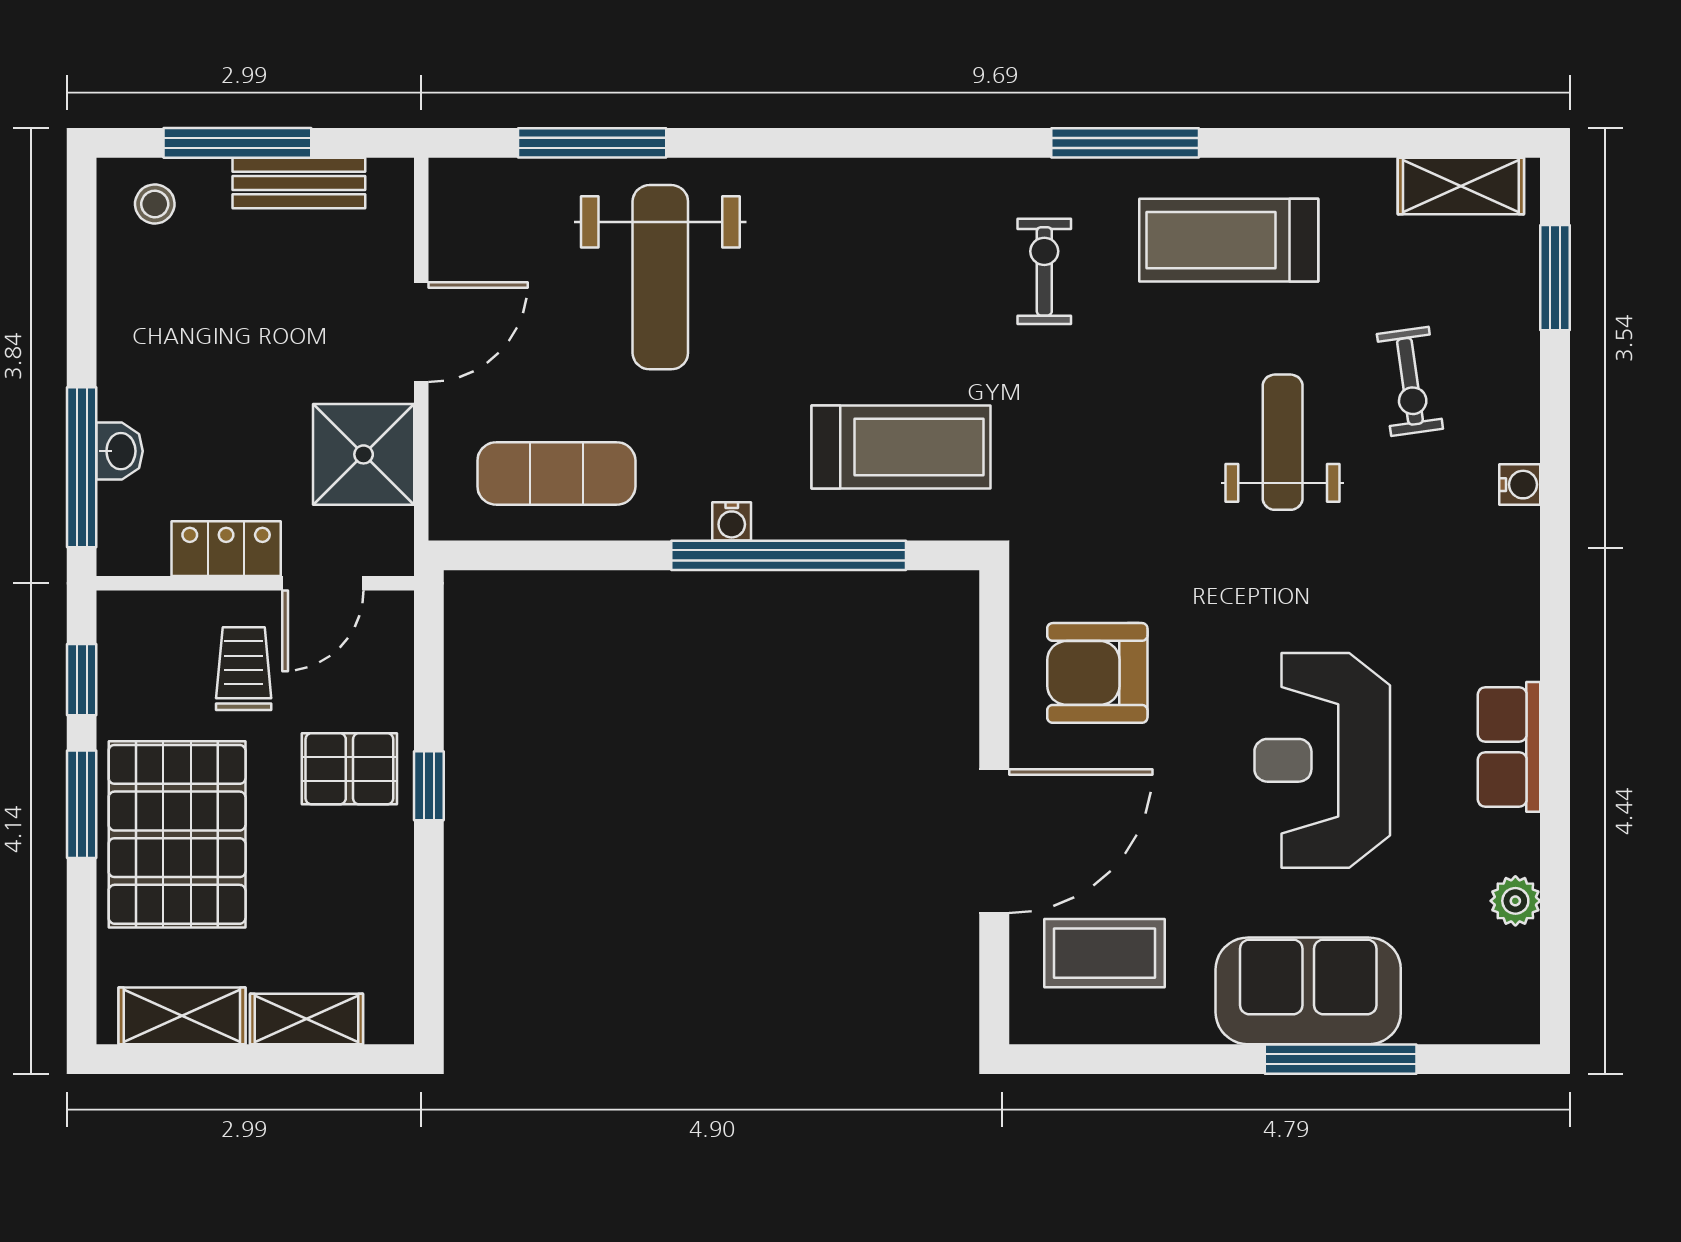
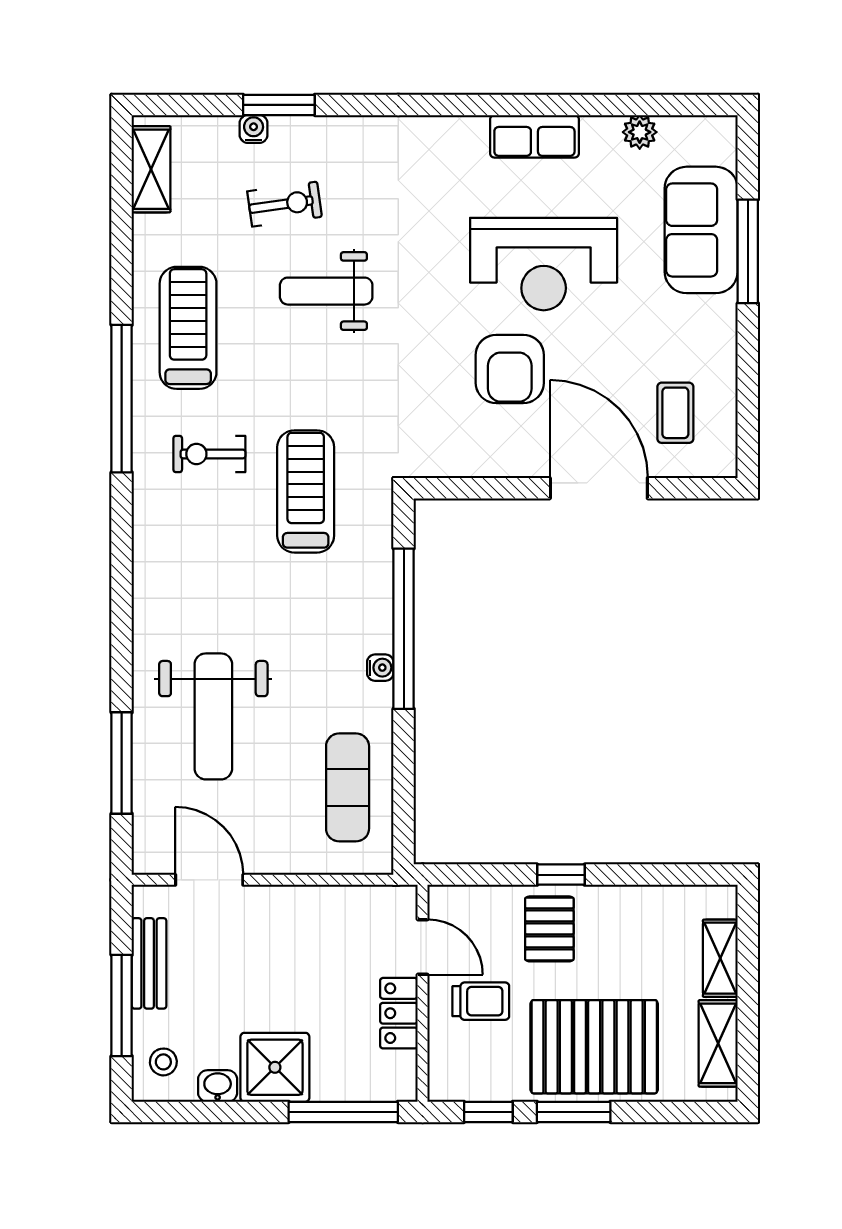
window: (1125, 143) -> (122, 399), width x1.46
treadmill: (1229, 240) -> (188, 328), turned 180
weight bench: (660, 277) -> (213, 716), turned 90
window: (1555, 278) -> (279, 105), moved
door: (421, 332) -> (209, 880), moved
treadmill: (901, 447) -> (306, 491), moved
washbasin: (120, 451) -> (218, 1086), moved
shower: (364, 454) -> (275, 1067), moved
water cooler: (1520, 485) -> (254, 129), moved
trolley: (244, 669) -> (481, 1001), turned 180
armchair: (1097, 673) -> (510, 369), moved
coffee table: (1105, 953) -> (675, 413), width x0.73, depth x0.77
sofa: (1308, 991) -> (701, 230), moved

